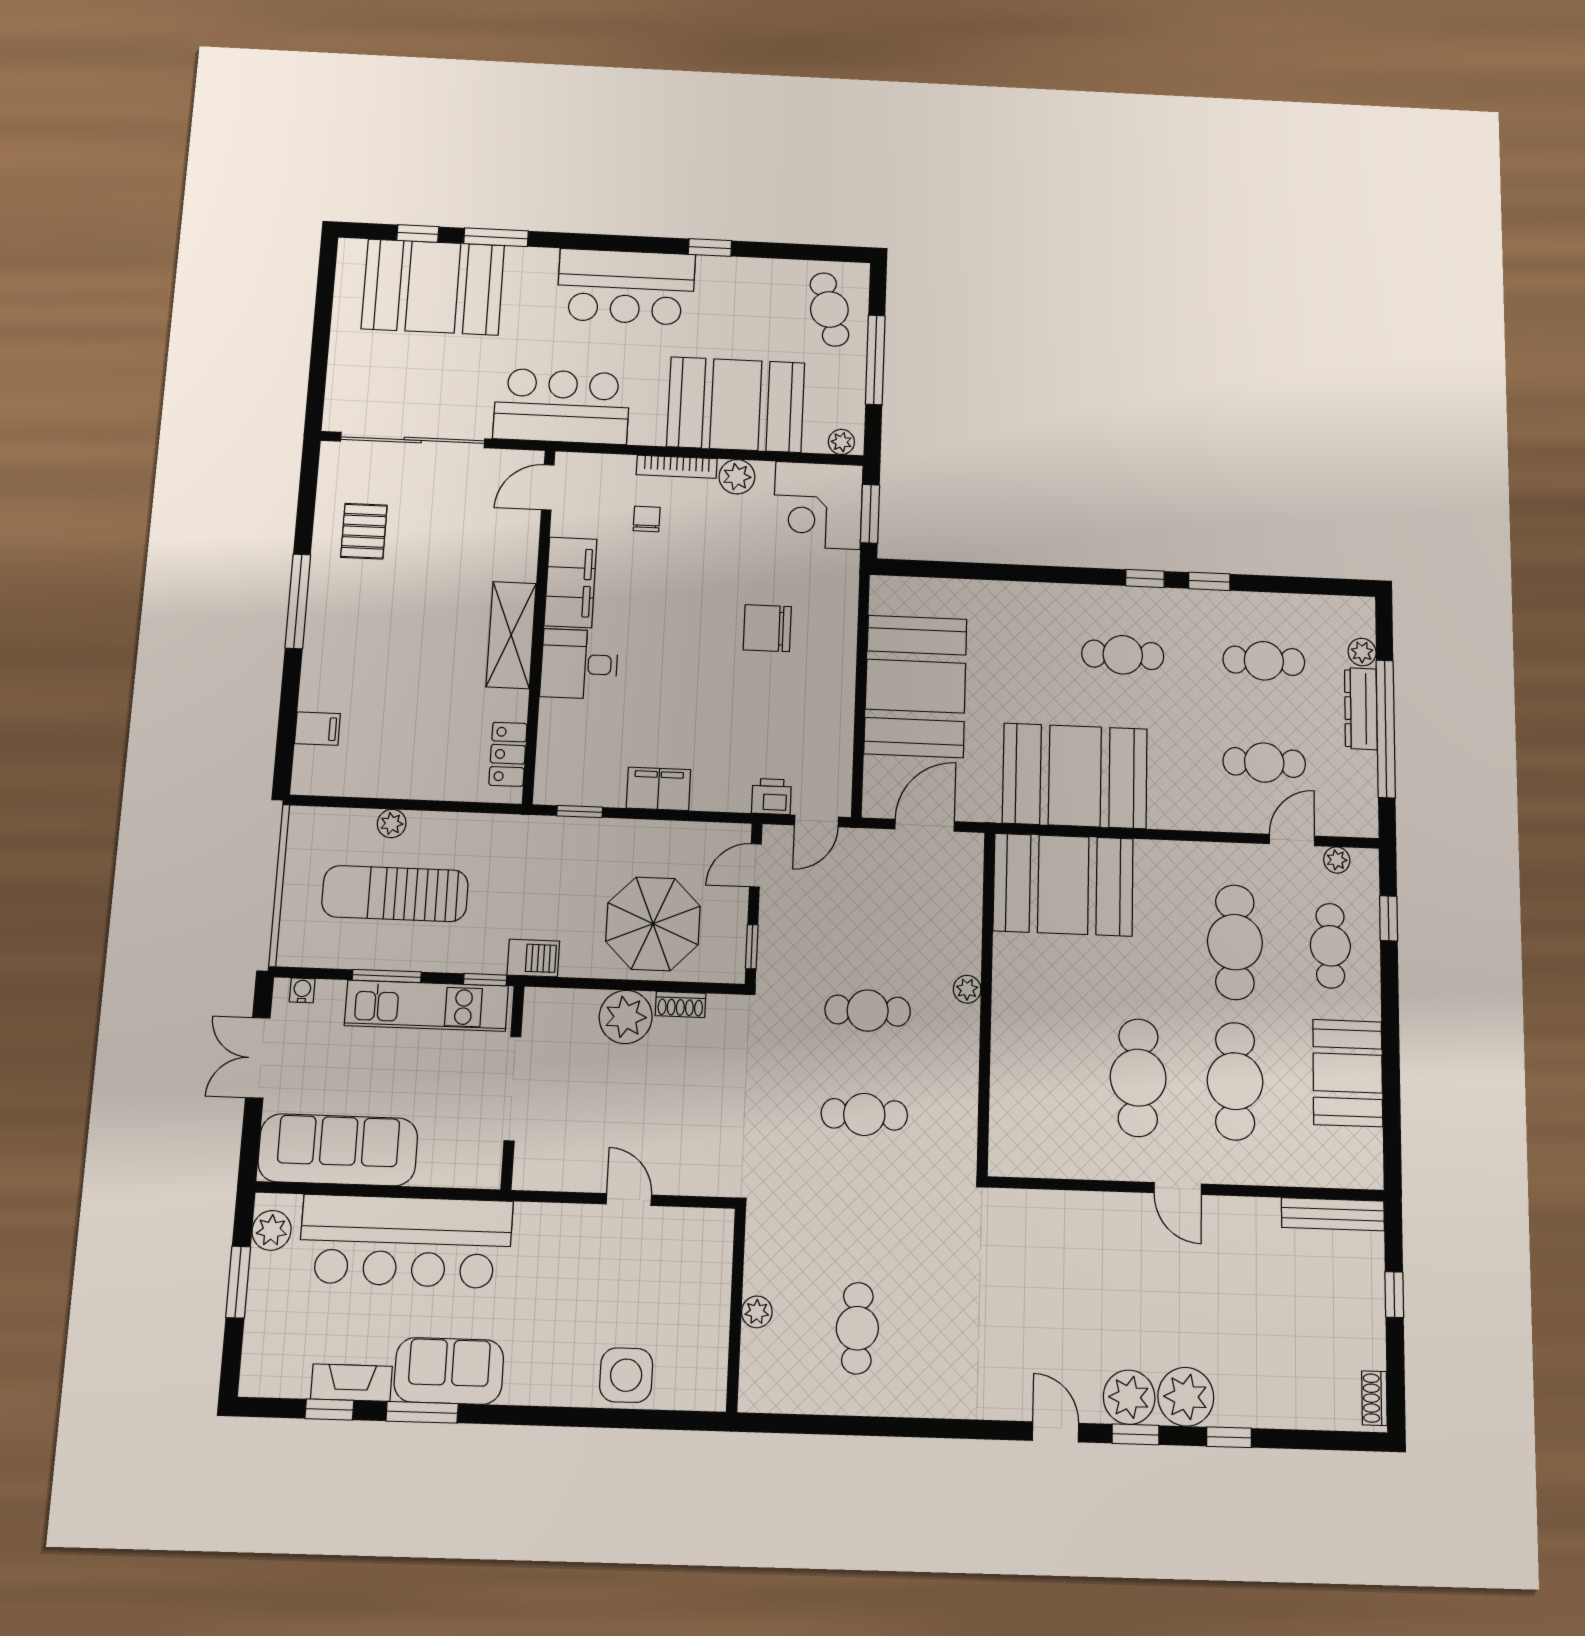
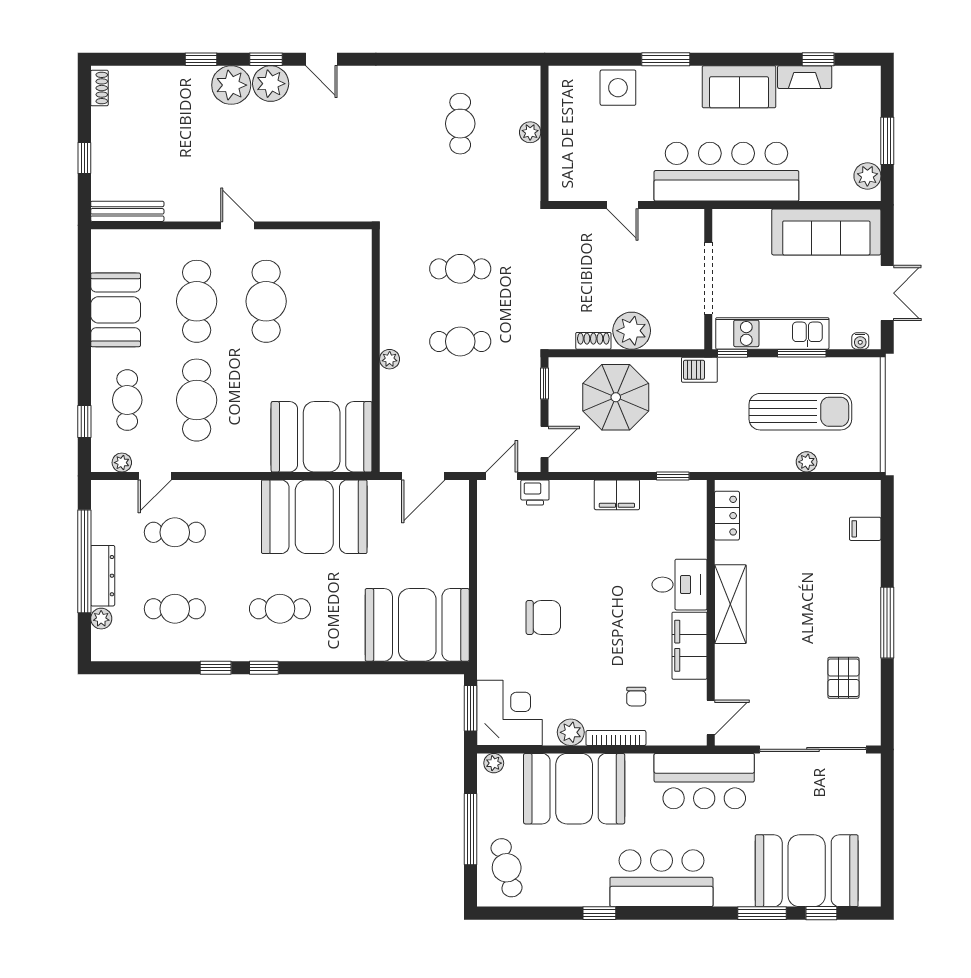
booth: (916, 686) -> (417, 625), moved, turned 90
bar counter: (406, 1241) -> (726, 172), moved
window: (422, 1412) -> (666, 59), moved

